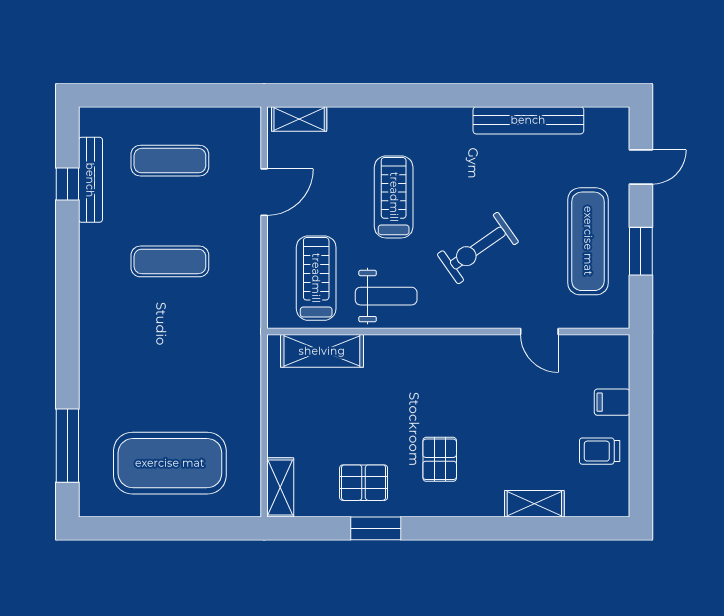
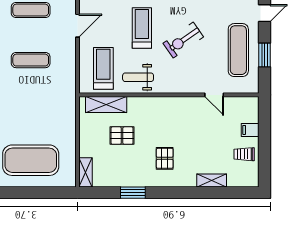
exercise bike: (478, 248) -> (183, 40), moved
weight bench: (386, 296) -> (138, 77), turned 180
pallet: (364, 483) -> (122, 136), moved

